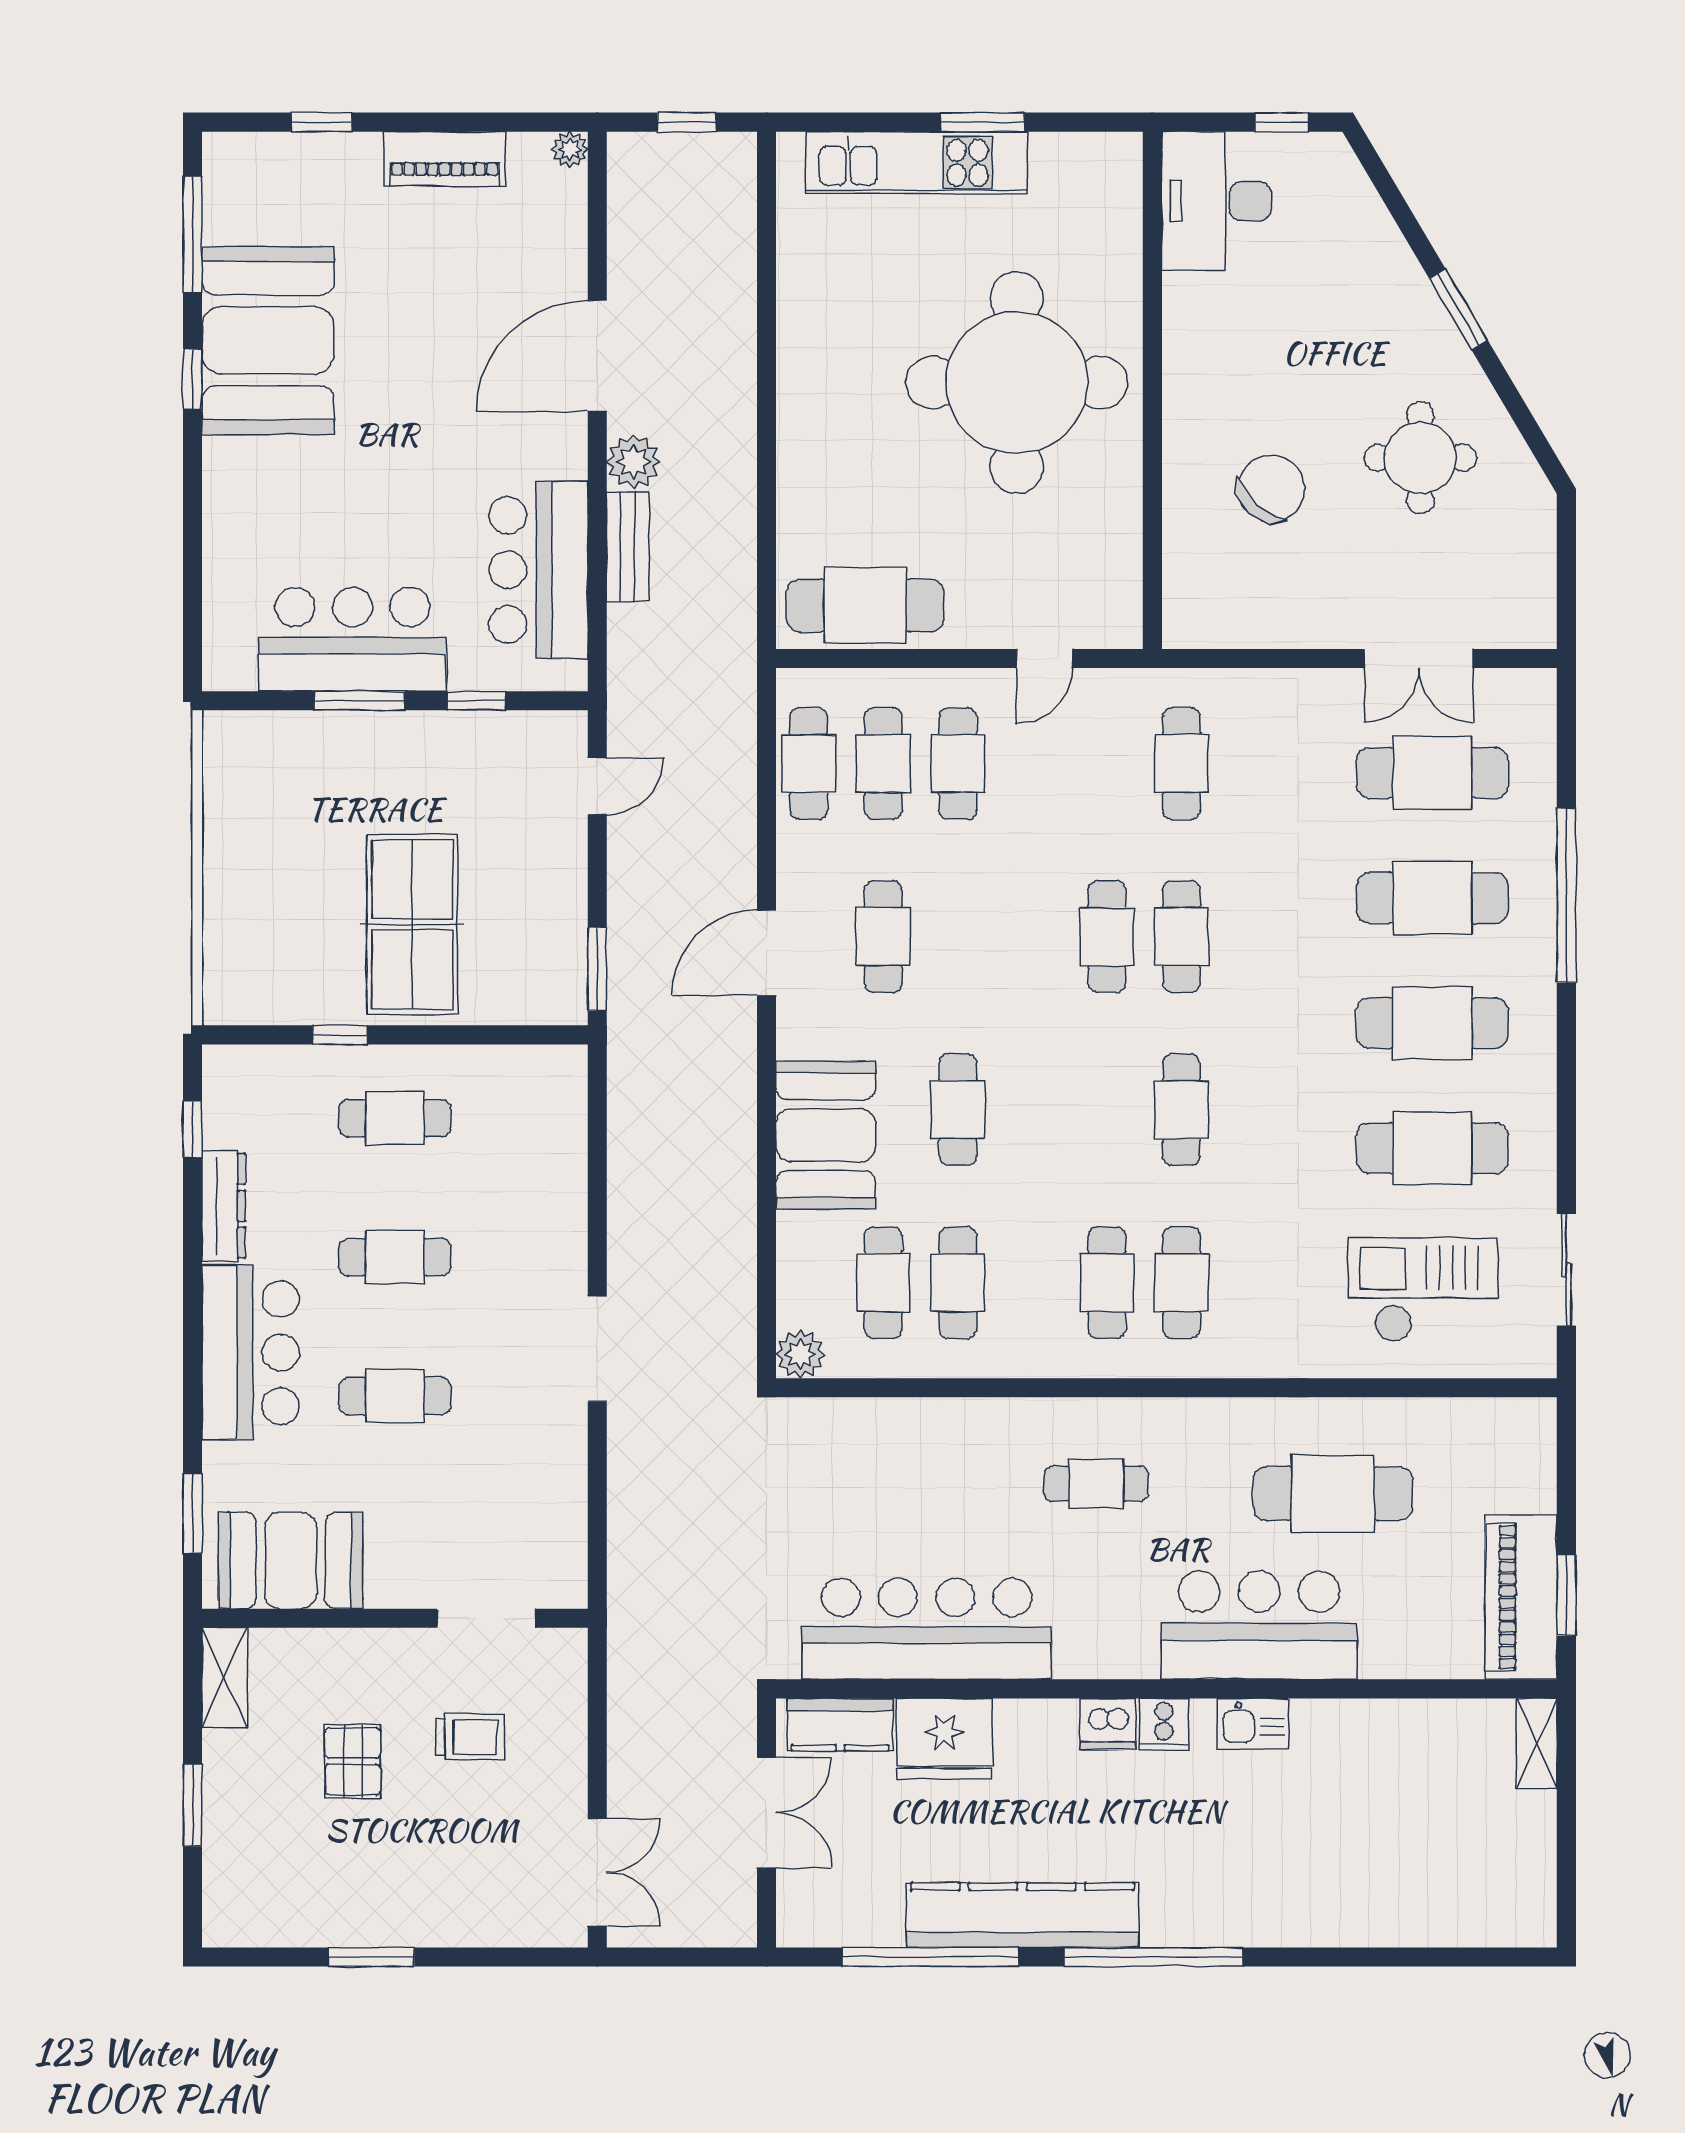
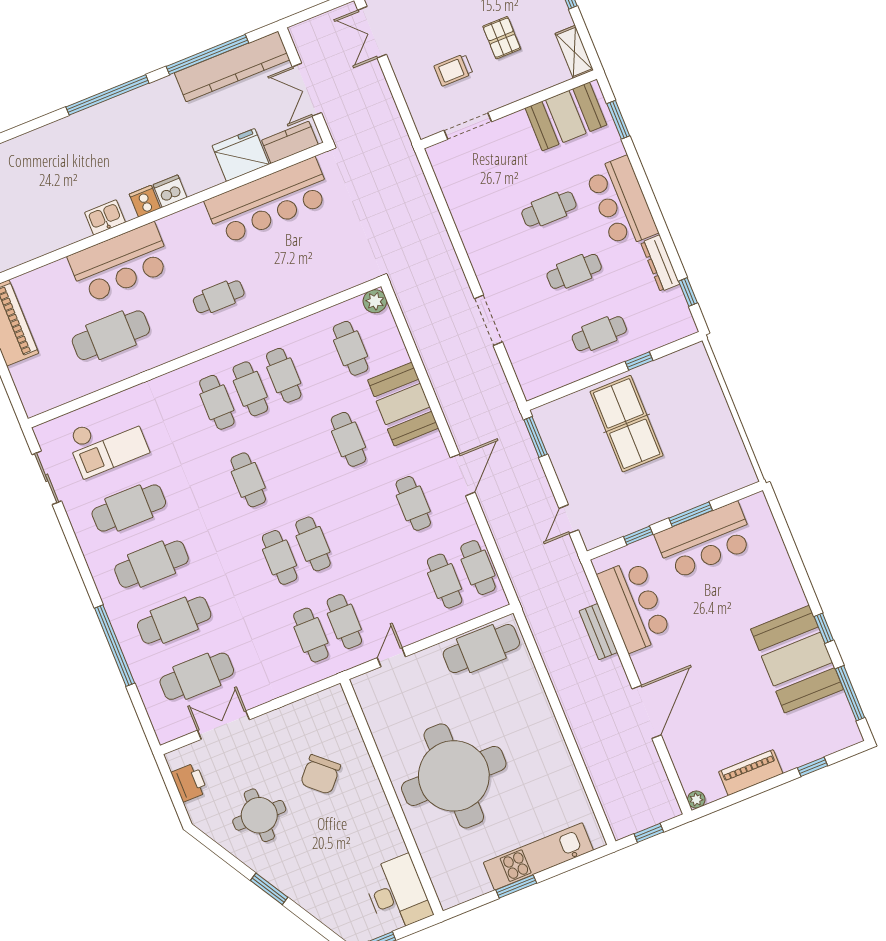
plant: (633, 462) -> (611, 671), removed
printer: (1529, 575) -> (189, 782), added
cafe table: (958, 763) -> (344, 622), moved
cafe table: (958, 1283) -> (284, 375), moved
doorway: (597, 1349) -> (488, 320), moved
kitchen counter: (1022, 1915) -> (232, 66), moved

